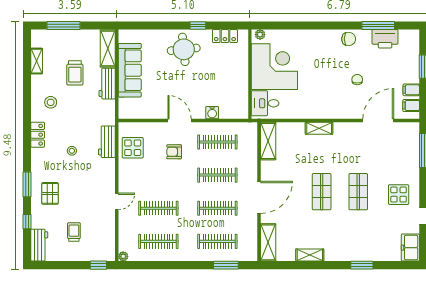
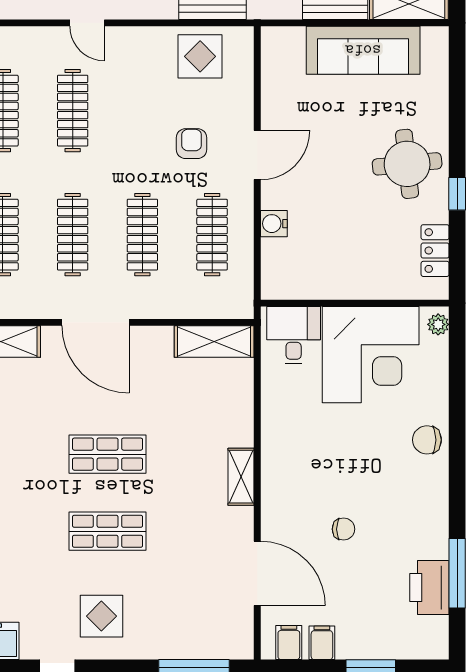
chair: (349, 39) -> (427, 440), moved, turned 90
shelving: (319, 128) -> (241, 477), moved

